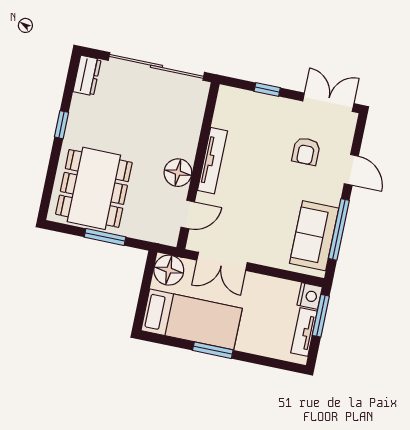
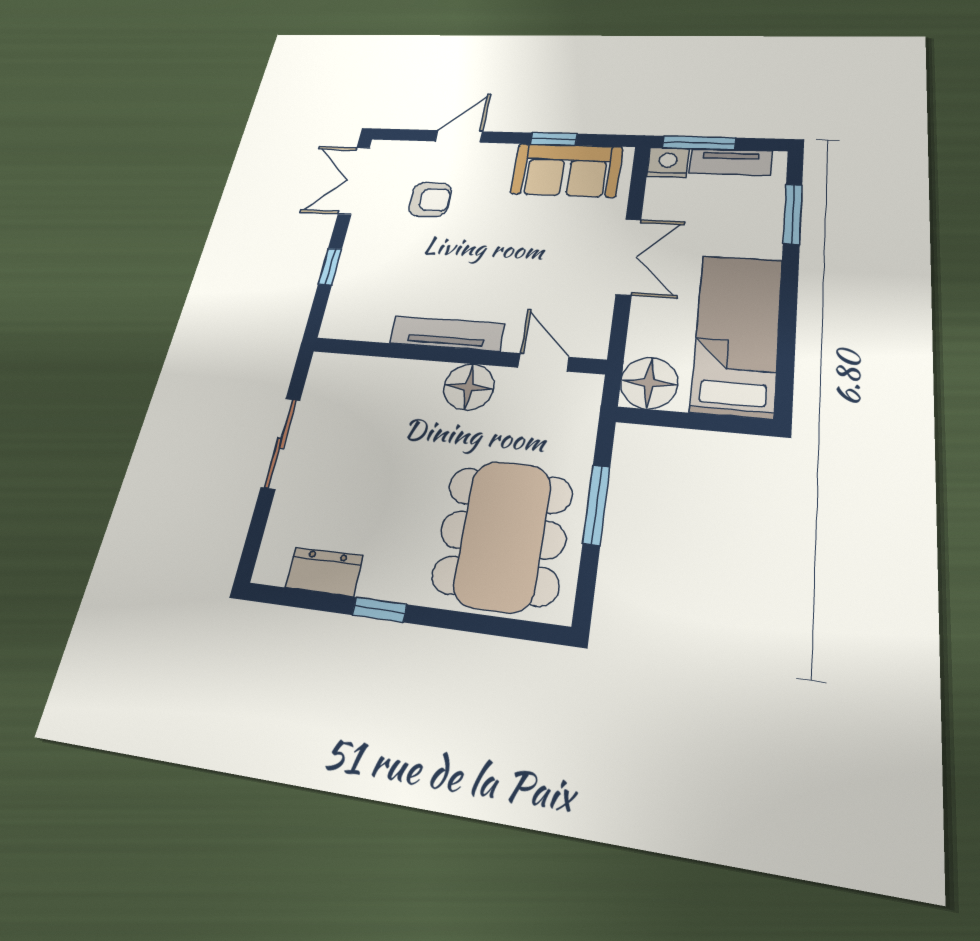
sliding door: (156, 66) -> (281, 443), width x0.54
dresser: (87, 76) -> (324, 572), moved
dining table: (94, 188) -> (503, 535), turned 90
window: (339, 229) -> (554, 139), width x0.46
double door: (222, 261) -> (629, 257), moved
window: (213, 350) -> (793, 214), moved

